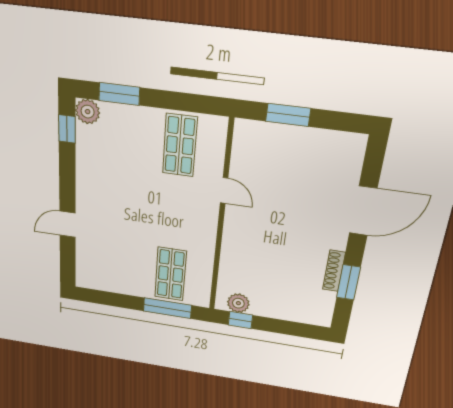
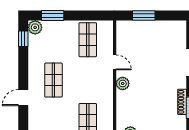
shop shelf: (117, 204) -> (53, 80), added
plant: (234, 227) -> (123, 83), added

